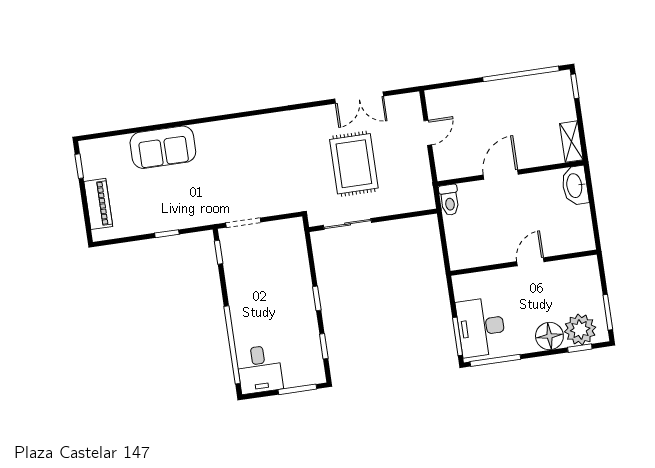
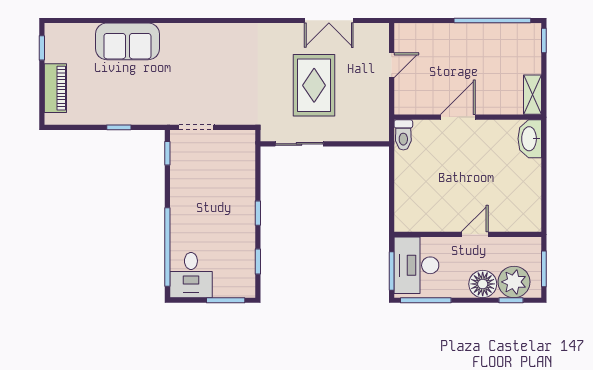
door: (530, 262) -> (475, 234), moved
wall: (524, 263) -> (468, 234), moved

